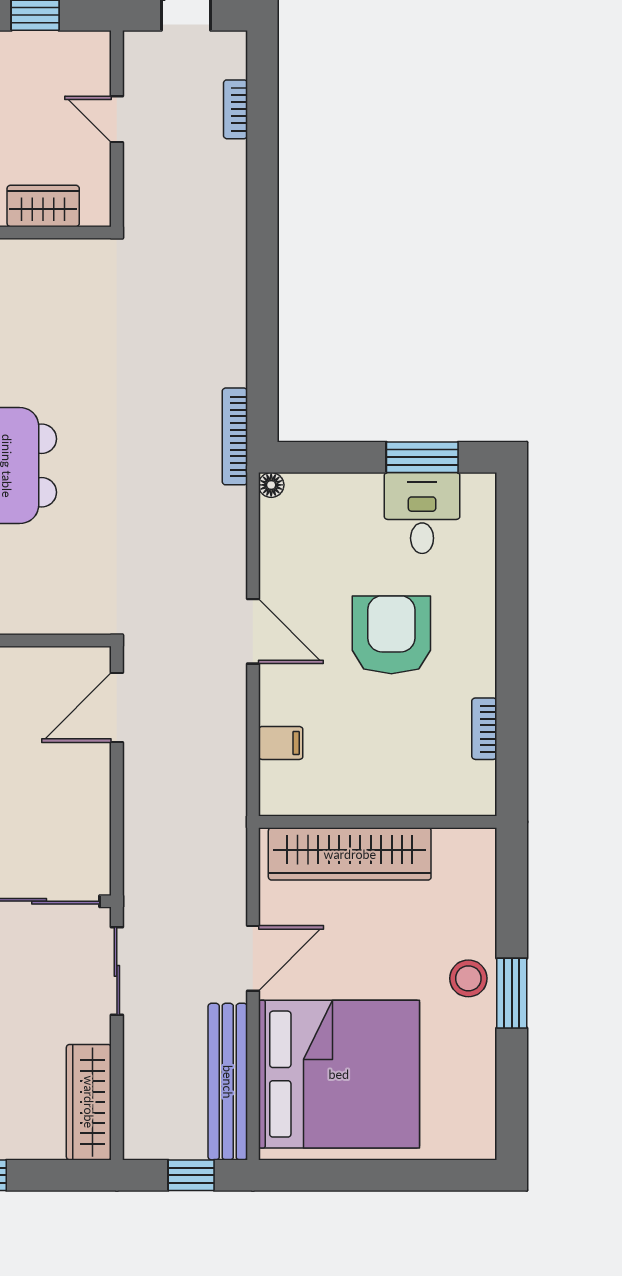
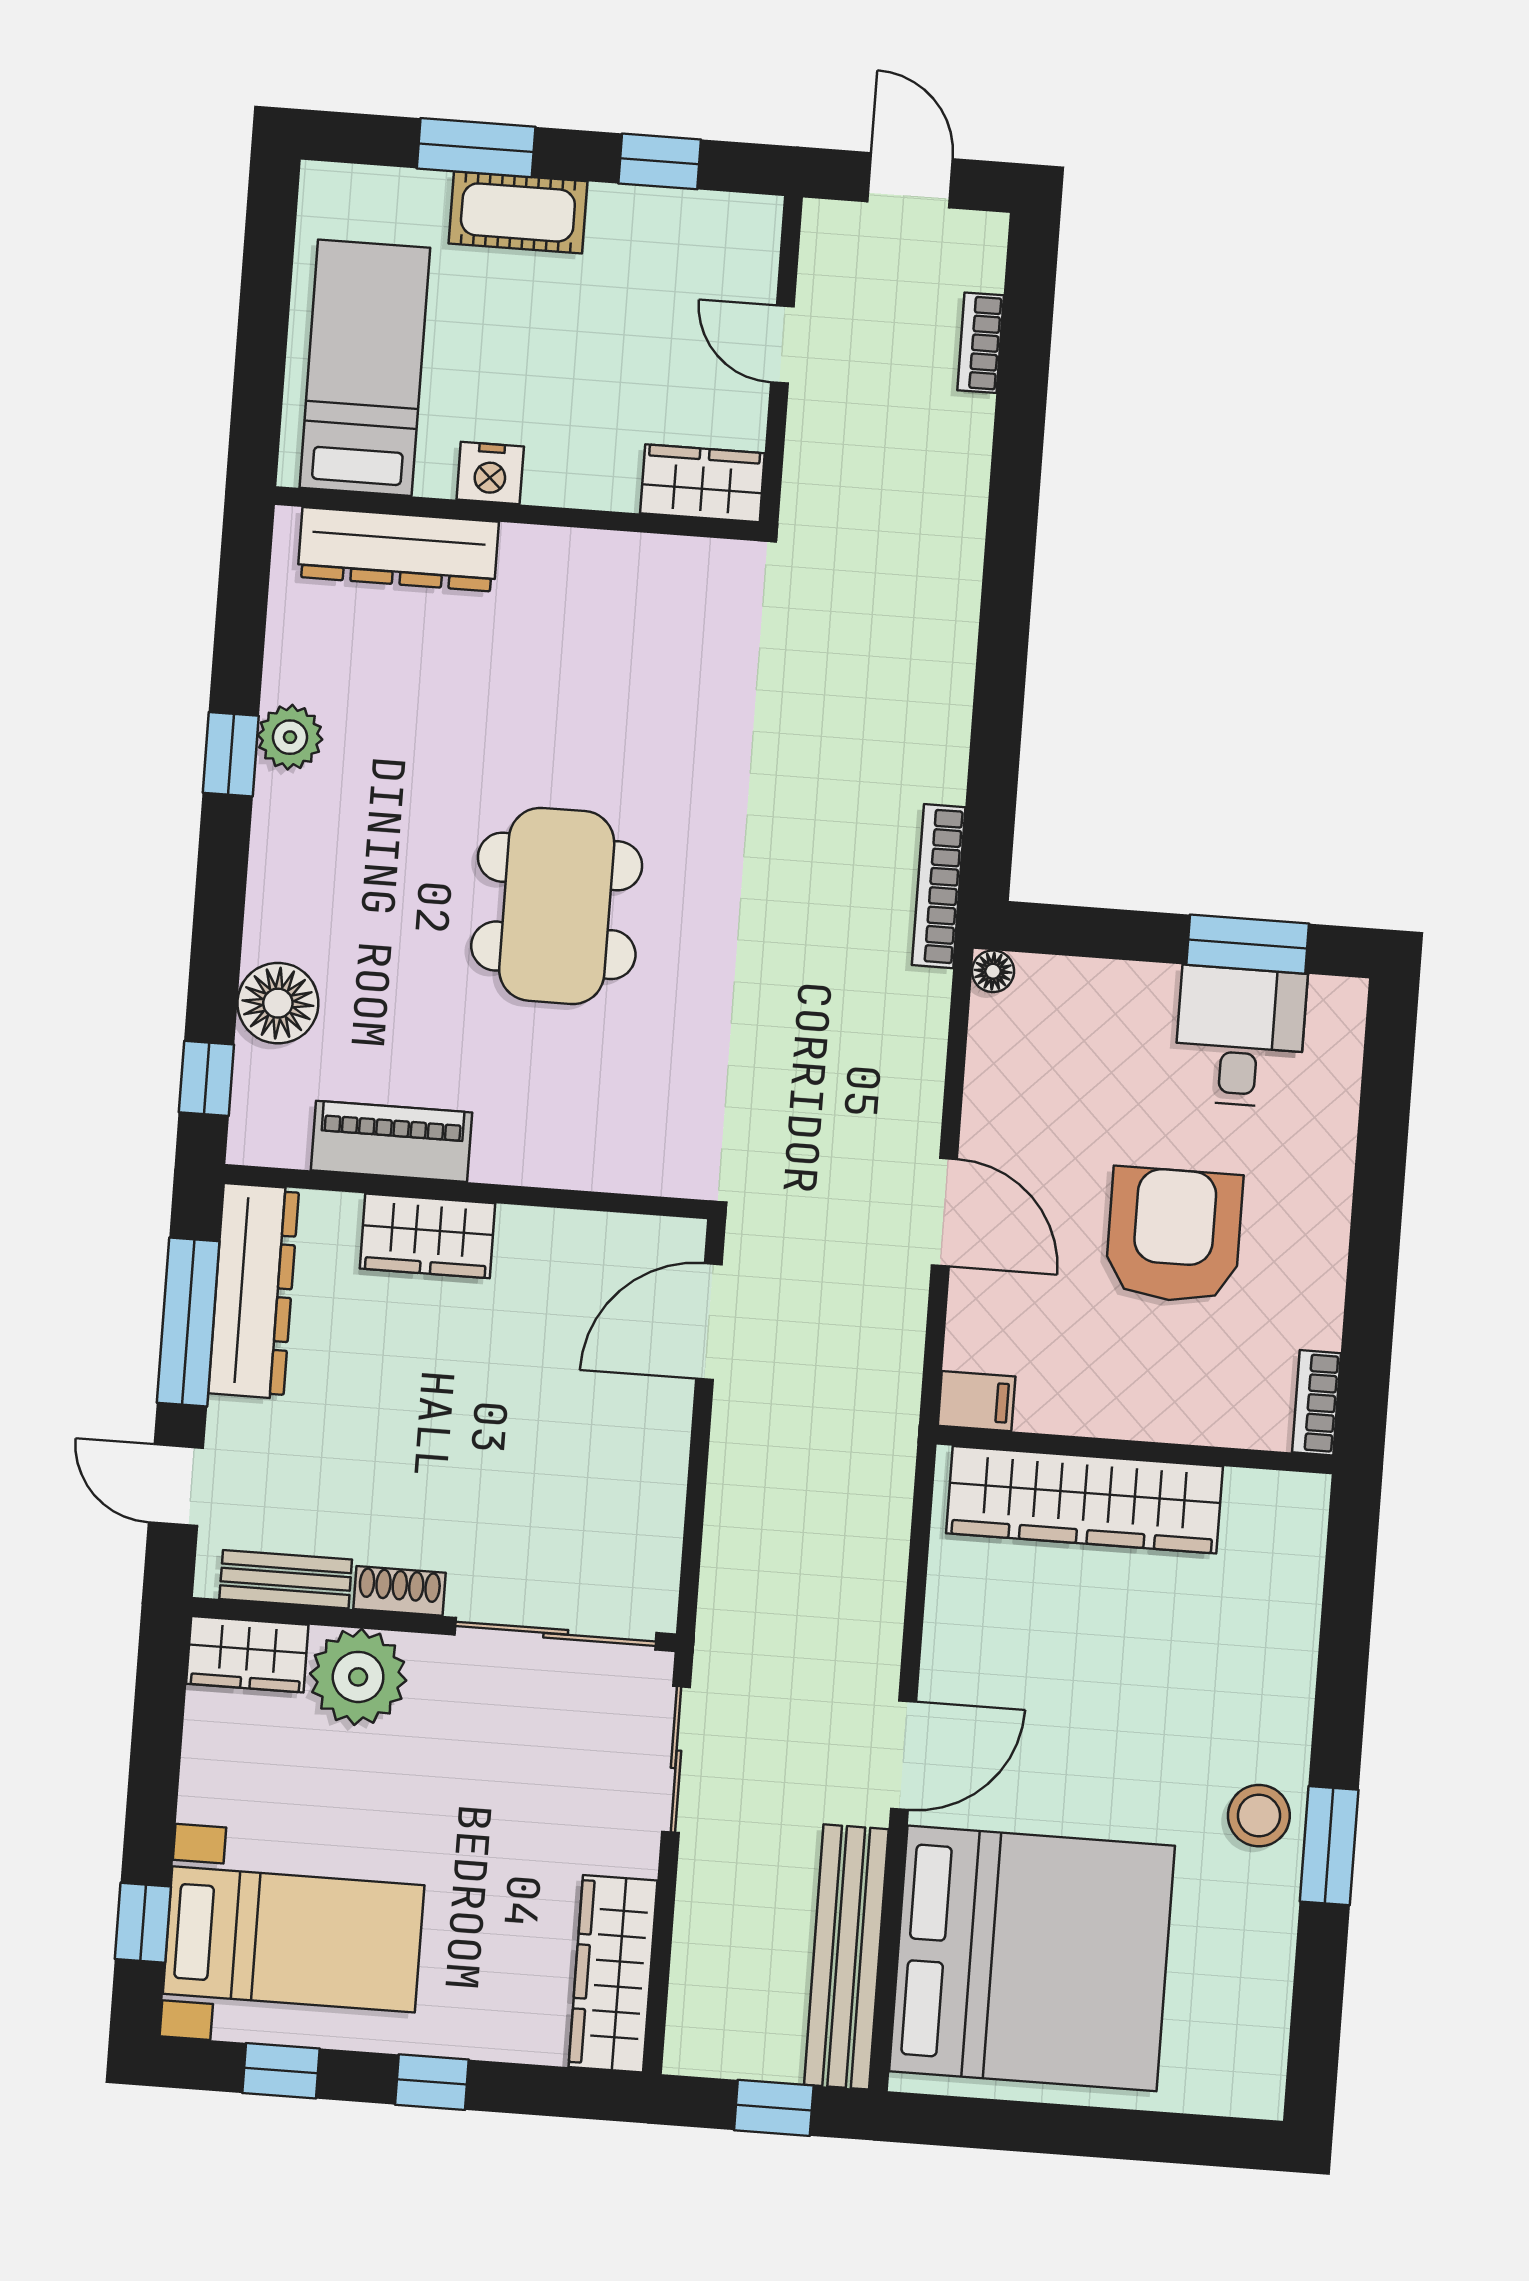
wardrobe: (43, 206) -> (702, 483), moved
wall: (378, 822) -> (1135, 1450), moved
wardrobe: (350, 854) -> (1084, 1500), moved

